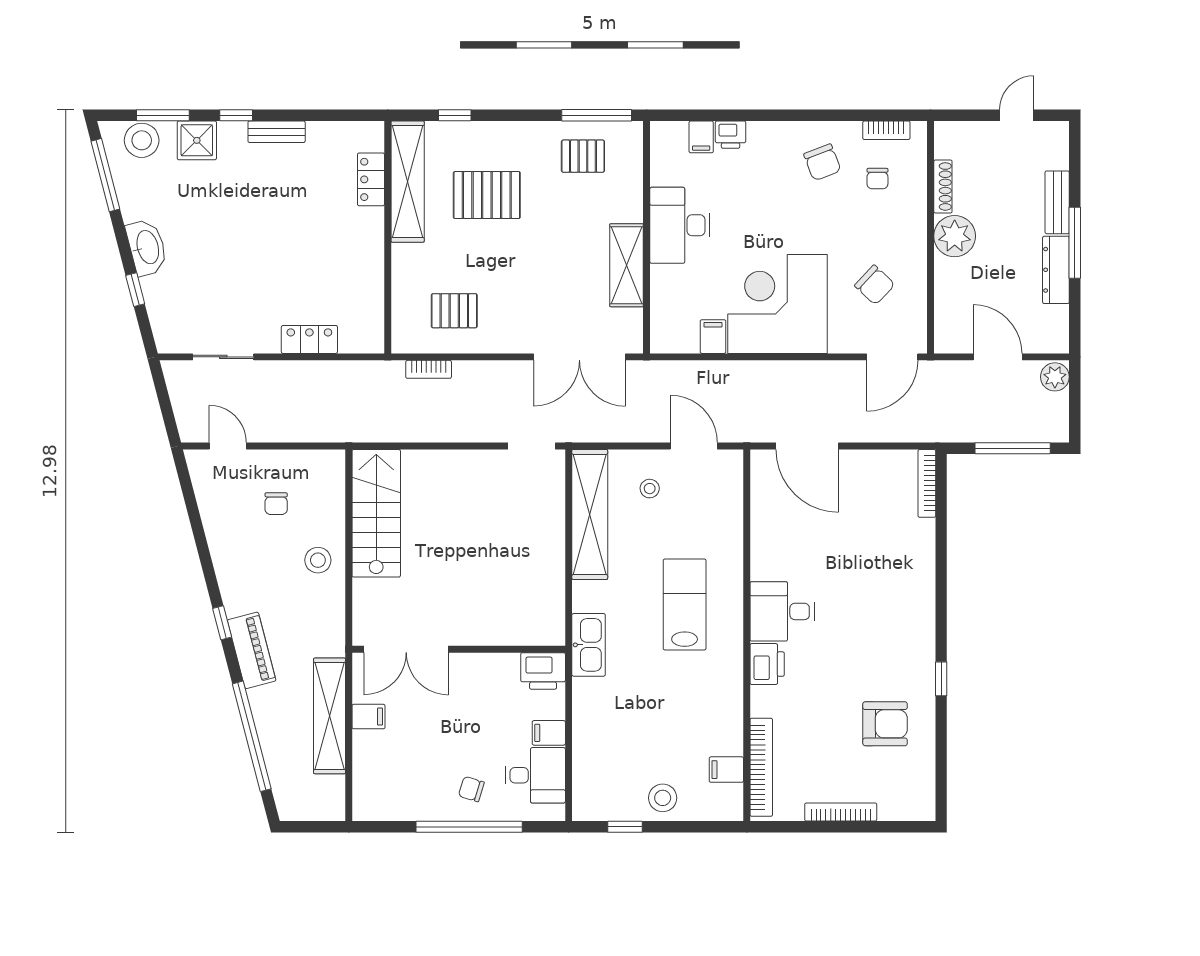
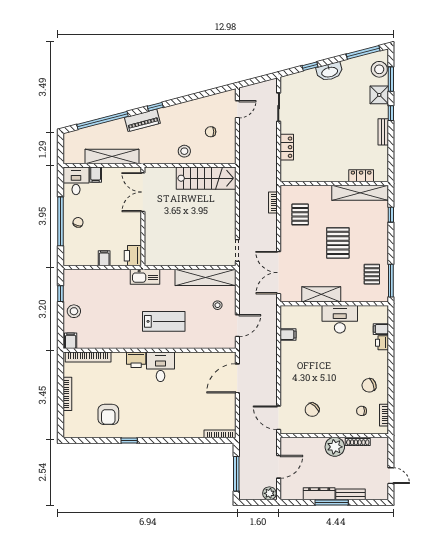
pallet: (487, 195) -> (338, 243), moved
corner desk: (778, 304) -> (303, 365), removed
filing cabinet: (369, 717) -> (96, 175), moved
filing cabinet: (726, 770) -> (71, 341), moved
desk: (535, 775) -> (76, 181), moved, turned 180

